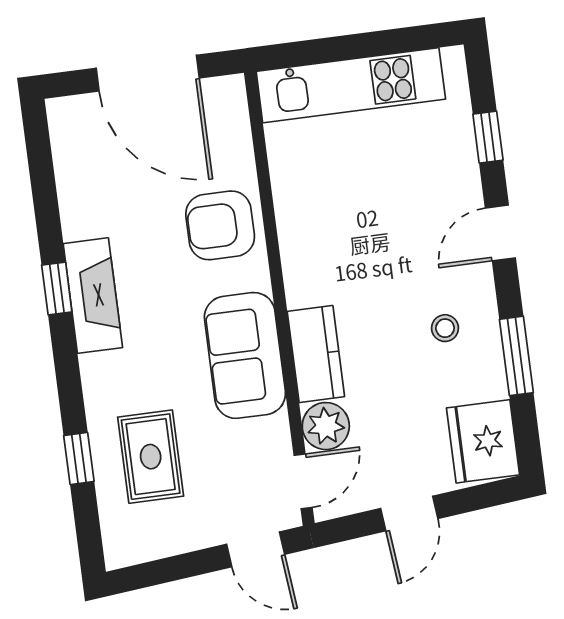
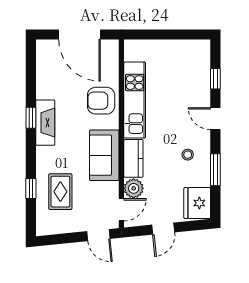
kitchen unit: (351, 85) -> (135, 100), moved, turned -90
door: (500, 233) -> (215, 119), hinge flipped

